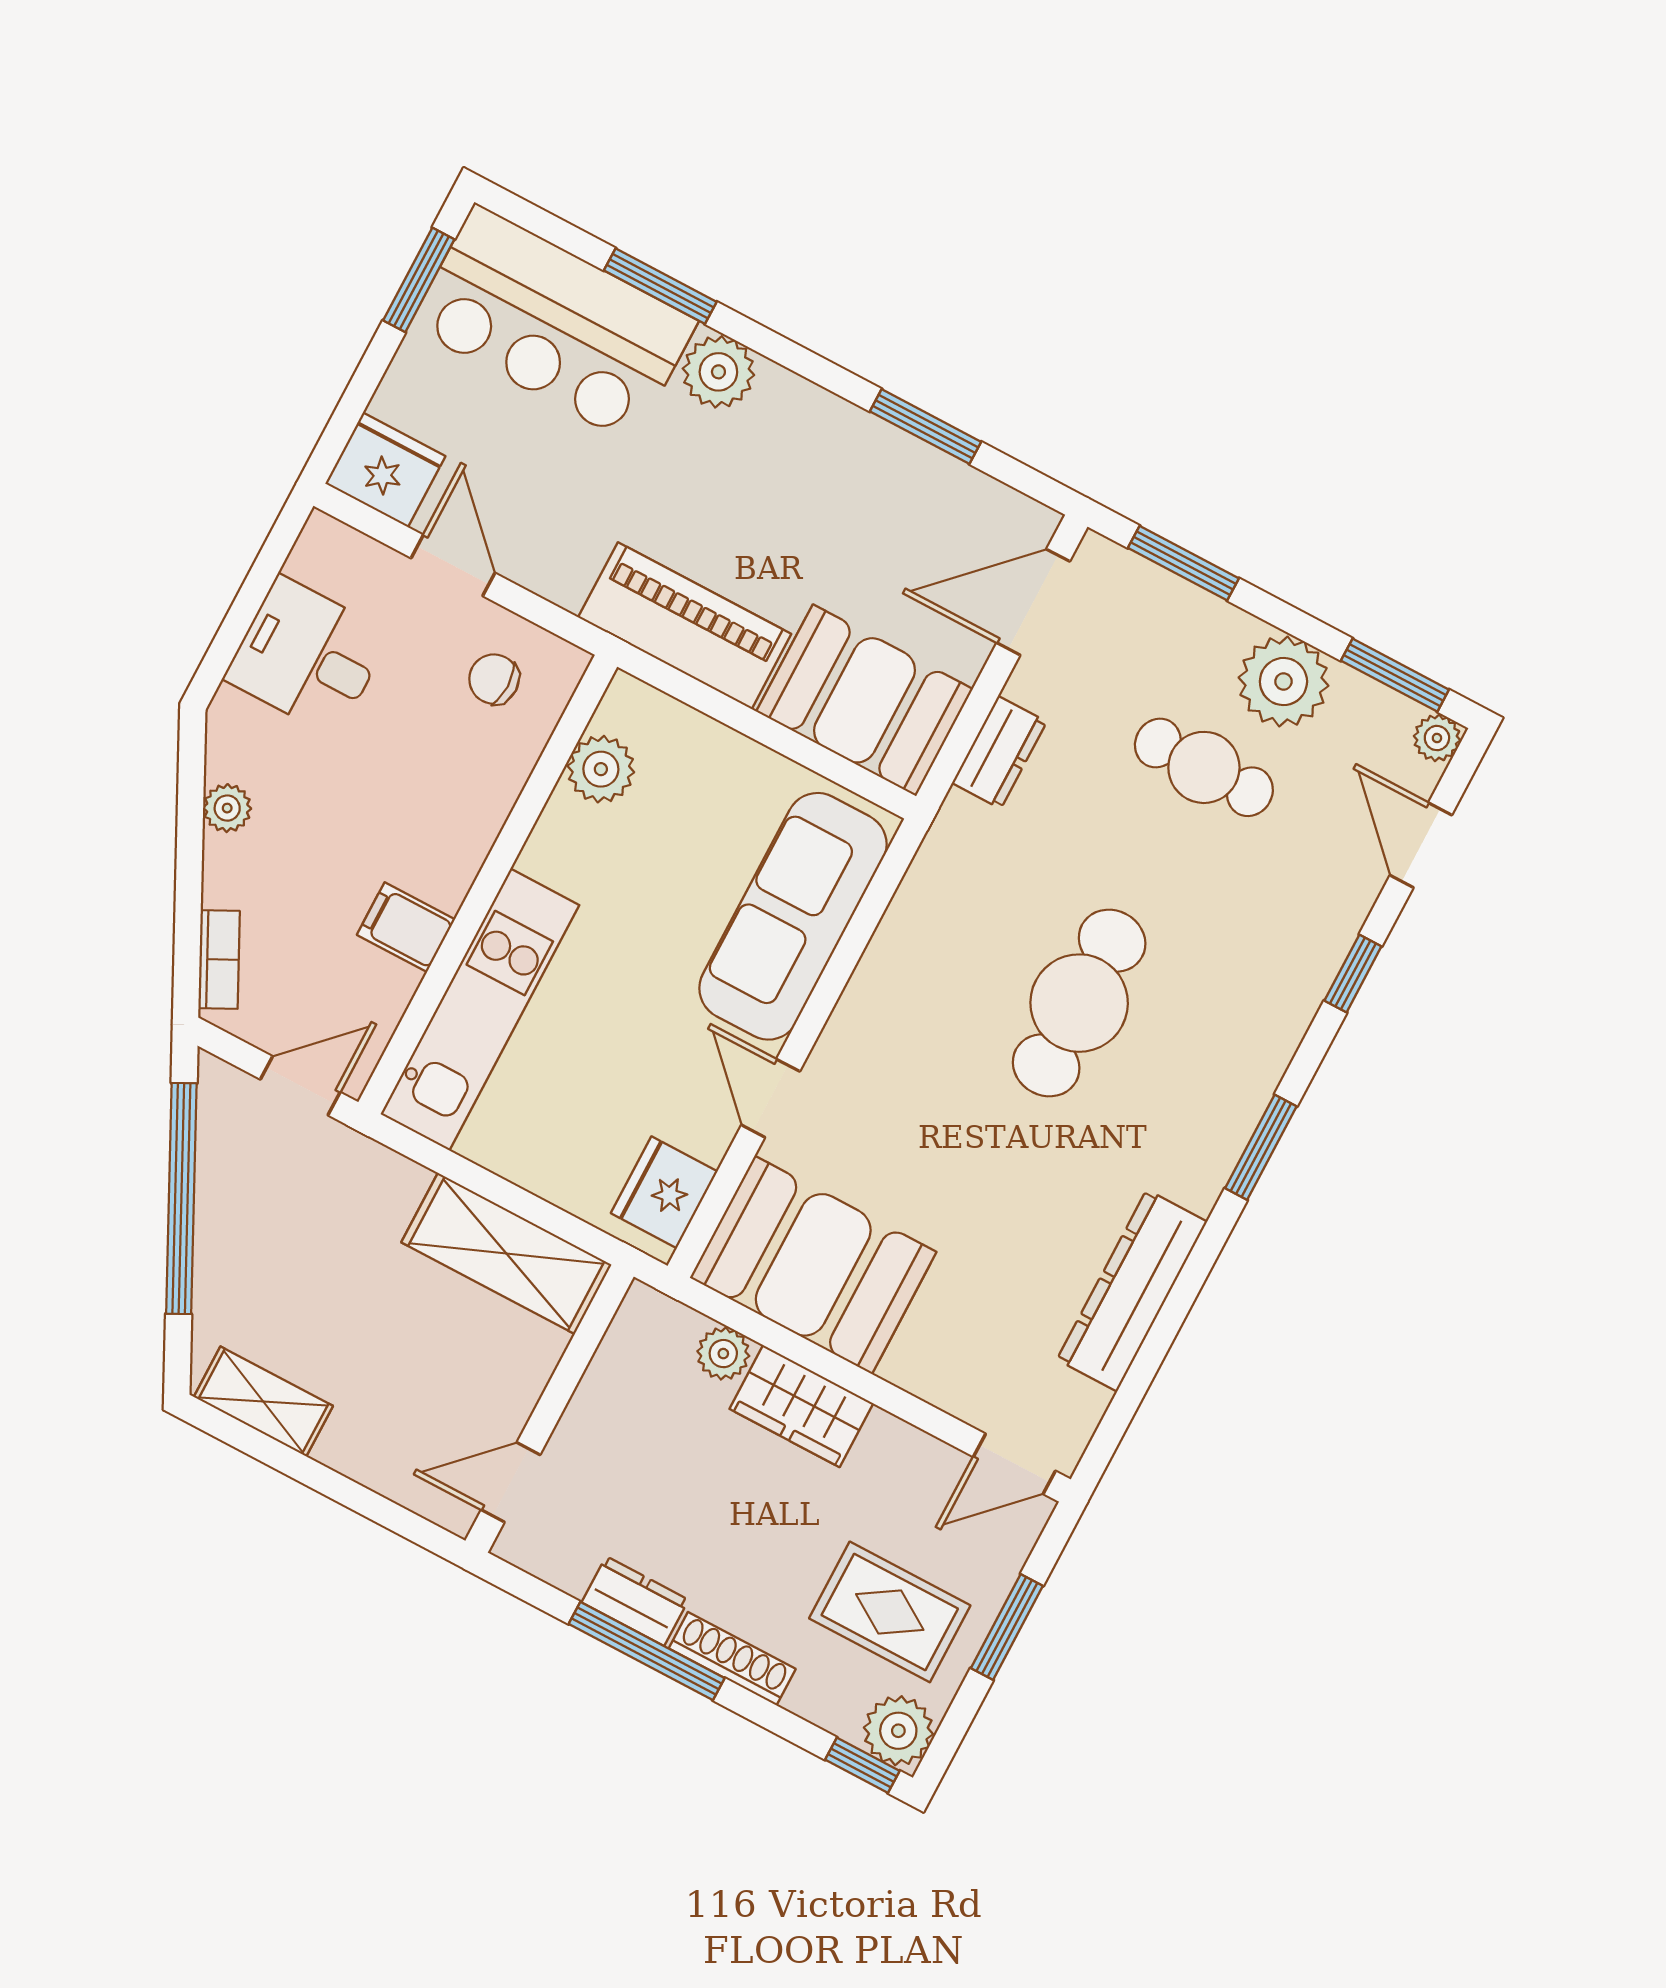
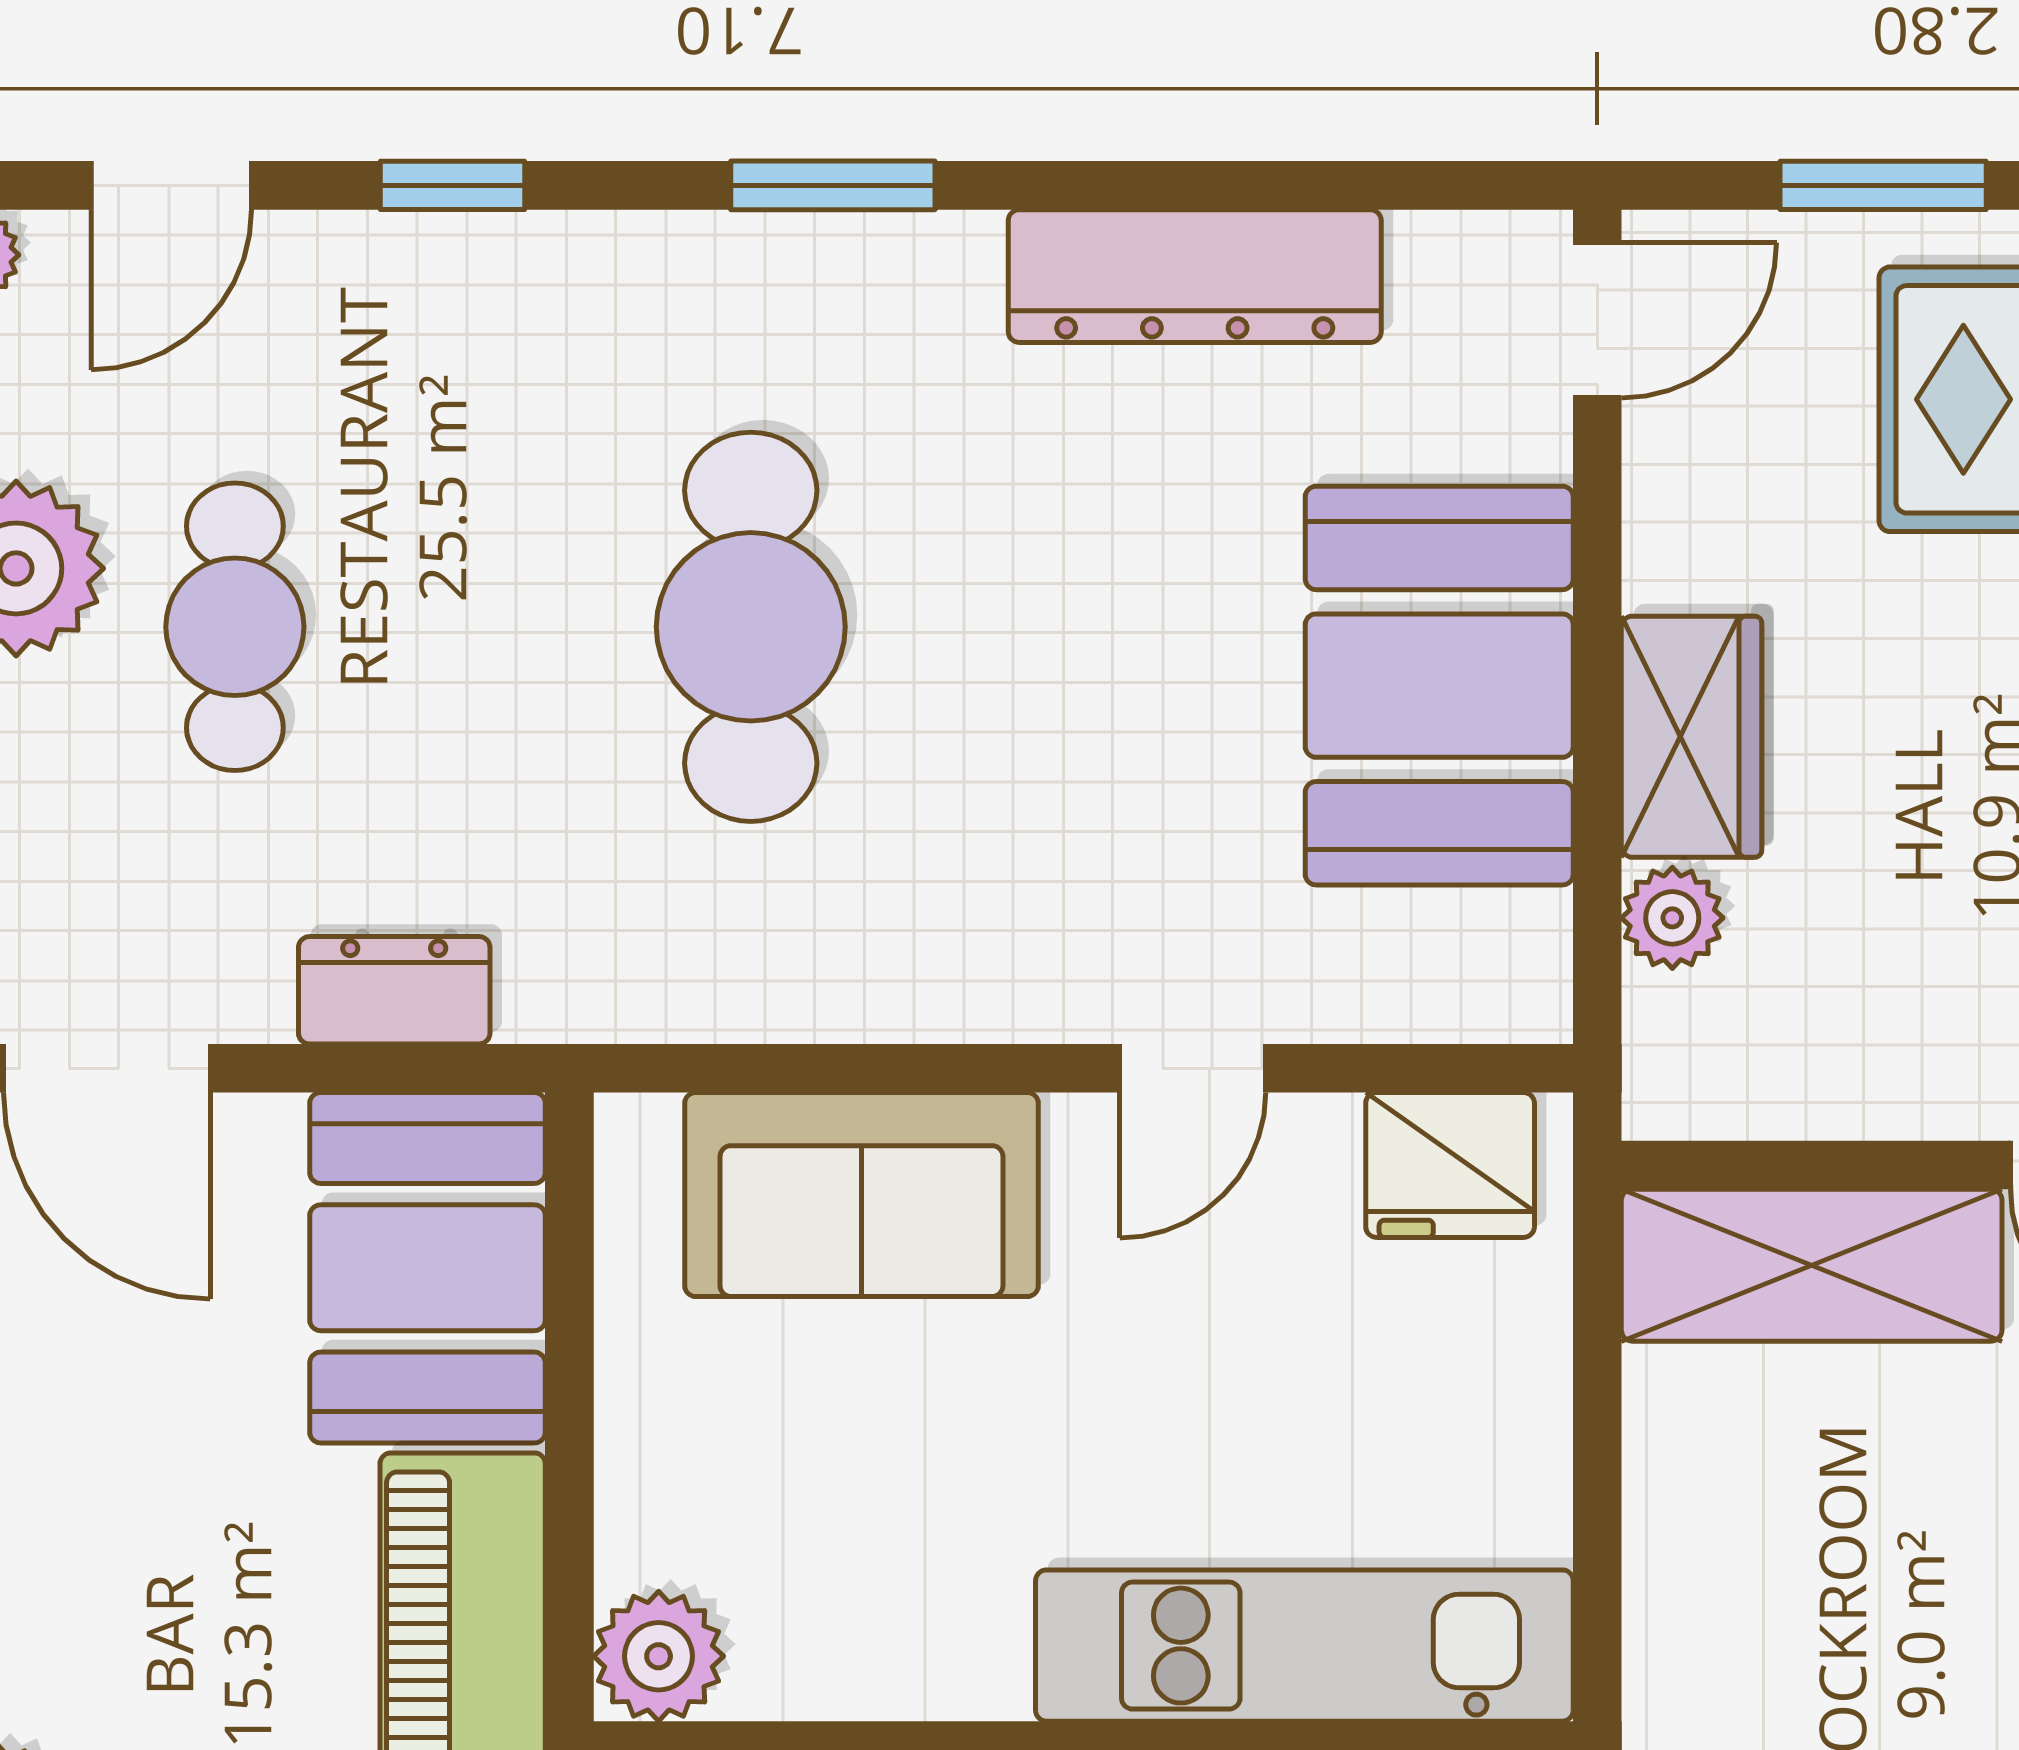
plant: (601, 769) -> (659, 1656), moved
sofa: (793, 916) -> (861, 1195), width x0.73
cafe table: (1079, 1003) -> (751, 627), turned 90
shelving: (506, 1254) -> (1812, 1265), moved, turned 90
booth: (813, 1265) -> (1439, 686), moved
door: (1014, 1464) -> (1597, 320), hinge flipped

